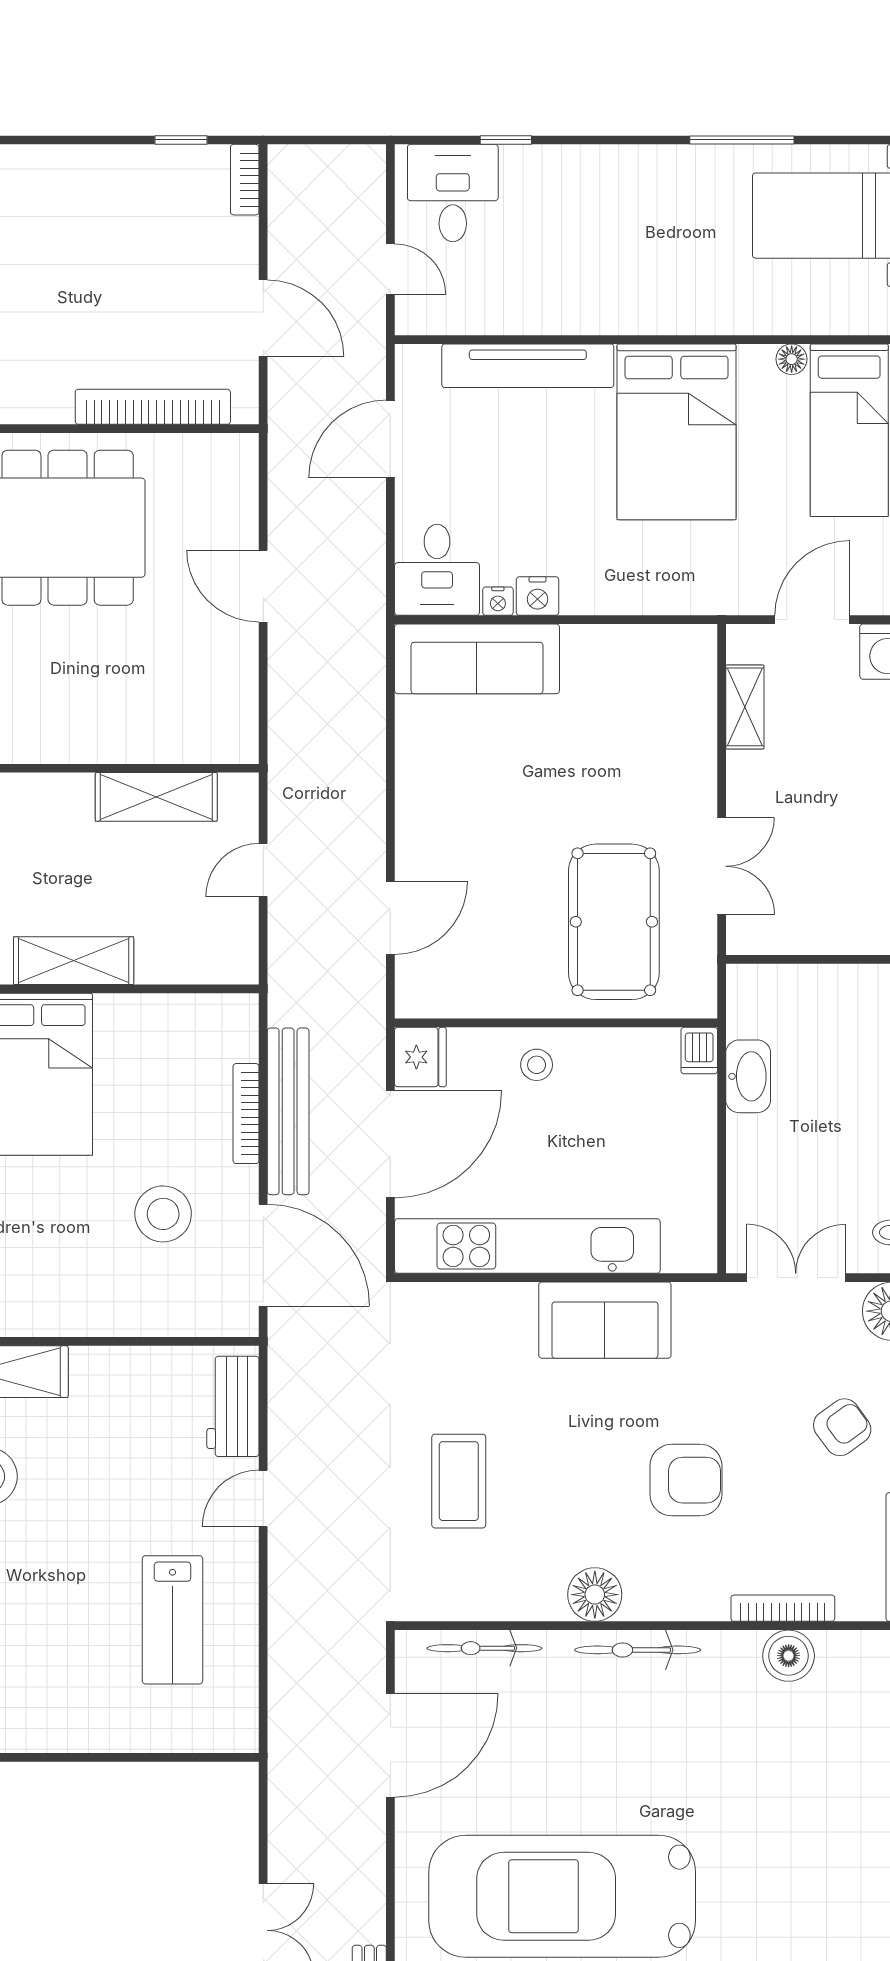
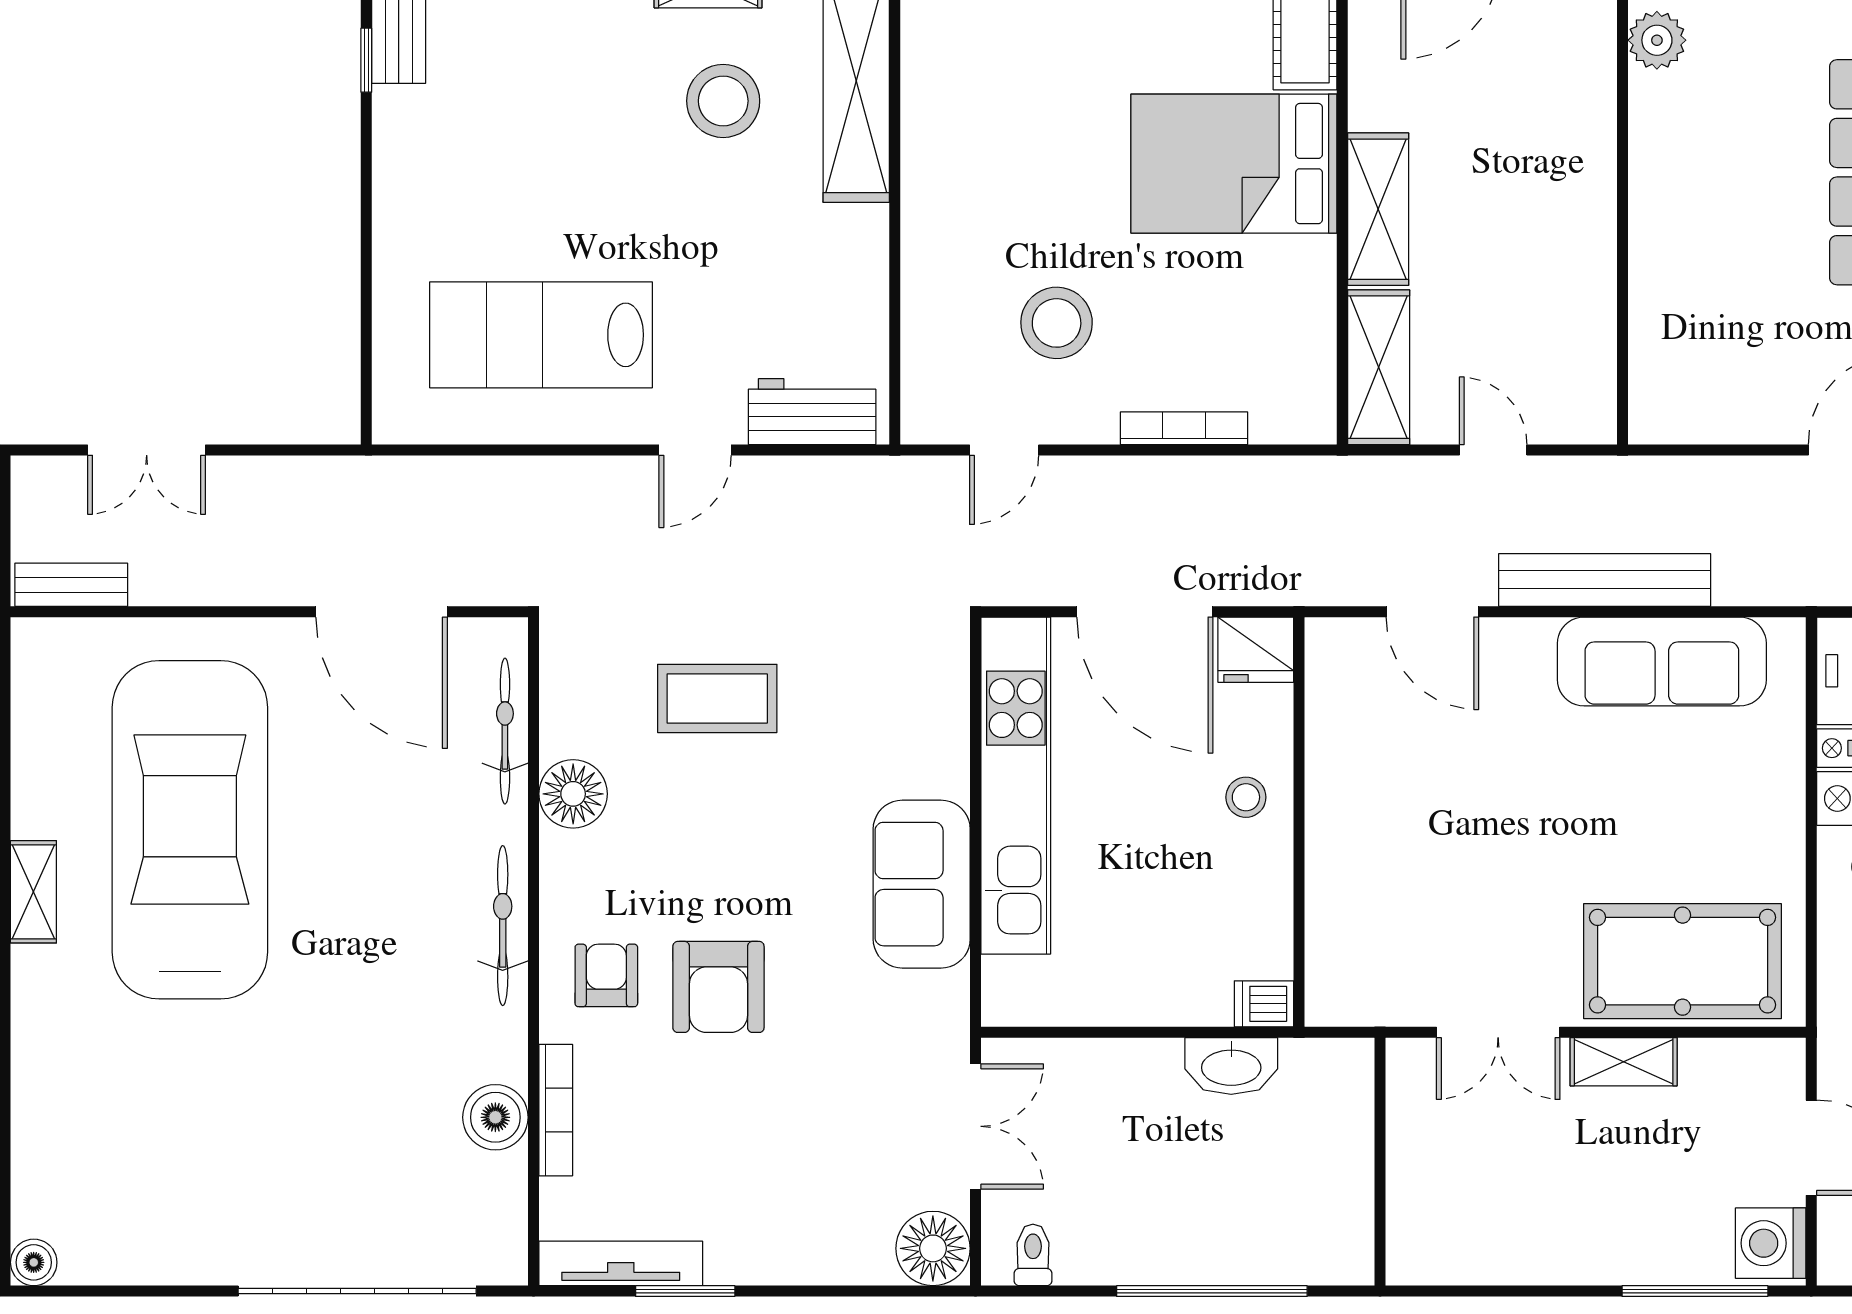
sofa: (477, 659) -> (1662, 662), moved, turned -90
shelving: (745, 707) -> (1624, 1062), moved
shelving: (156, 797) -> (1379, 367), moved
pool table: (614, 922) -> (1683, 961), moved
bench: (288, 1111) -> (1605, 580), moved
door: (263, 1255) -> (1004, 450), width x0.53
armchair: (842, 1427) -> (606, 975), moved, turned -144
door: (263, 1498) -> (695, 450), swing flipped
floor lamp: (595, 1595) -> (573, 794), moved
lab bench: (172, 1620) -> (541, 335), width x1.36, depth x1.39

